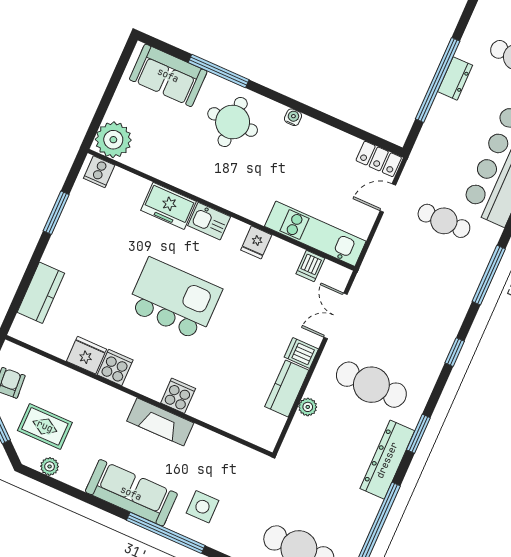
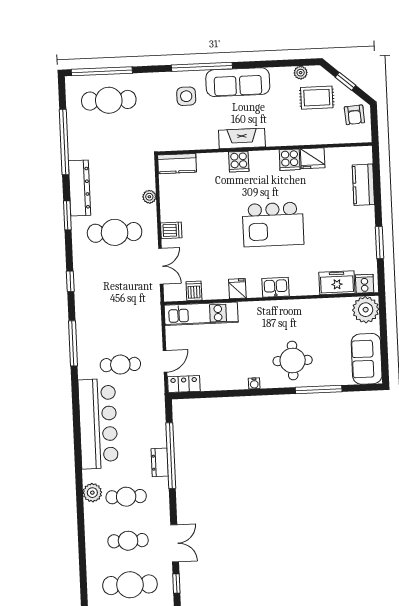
sofa: (168, 75) -> (367, 359), moved, turned -90
freezer: (169, 206) -> (337, 283), moved
kitchen counter: (287, 388) -> (177, 164), moved, turned 90

